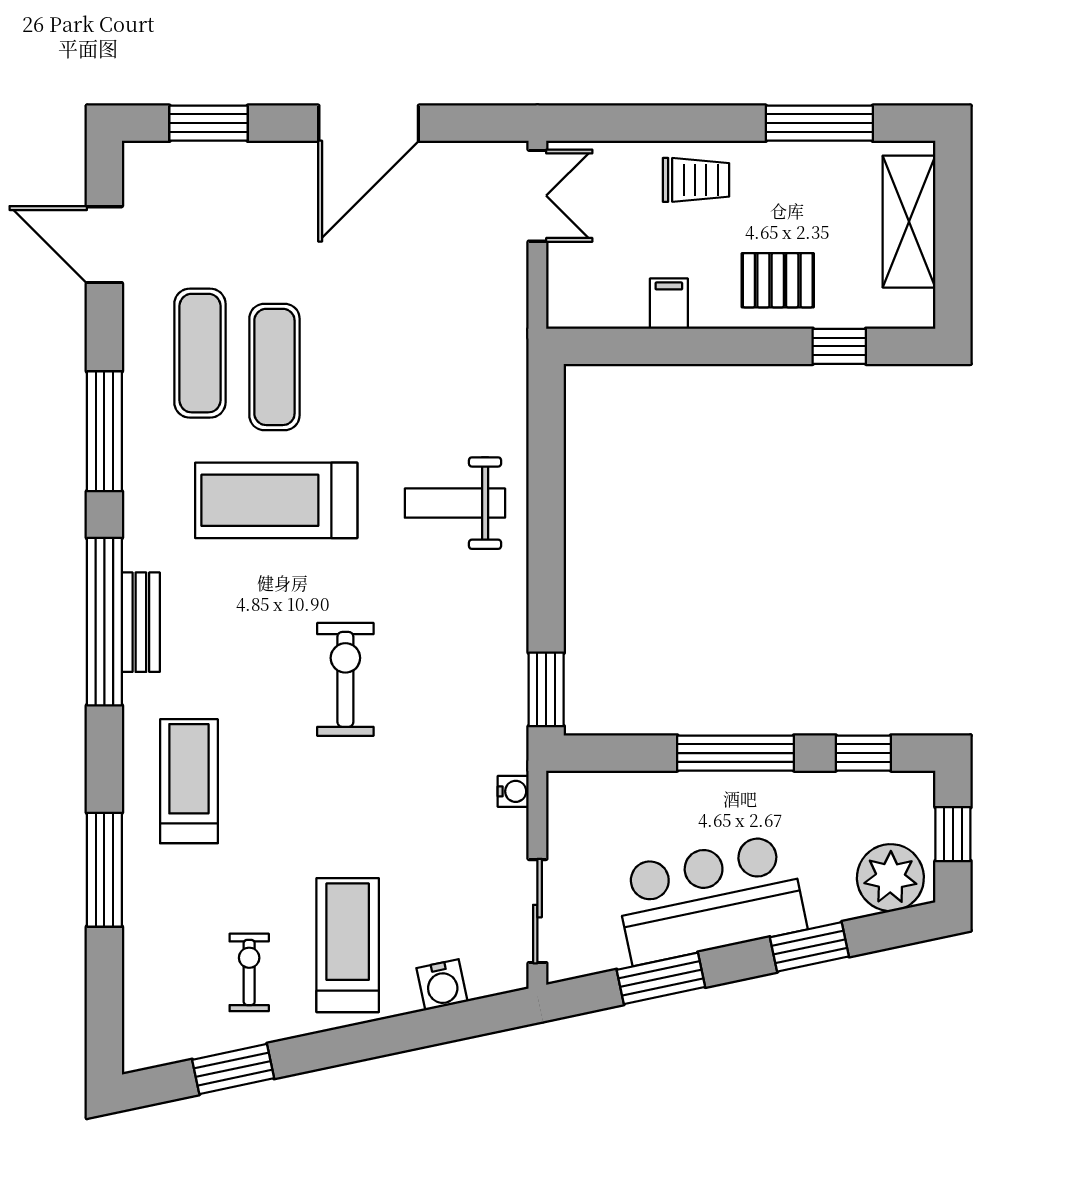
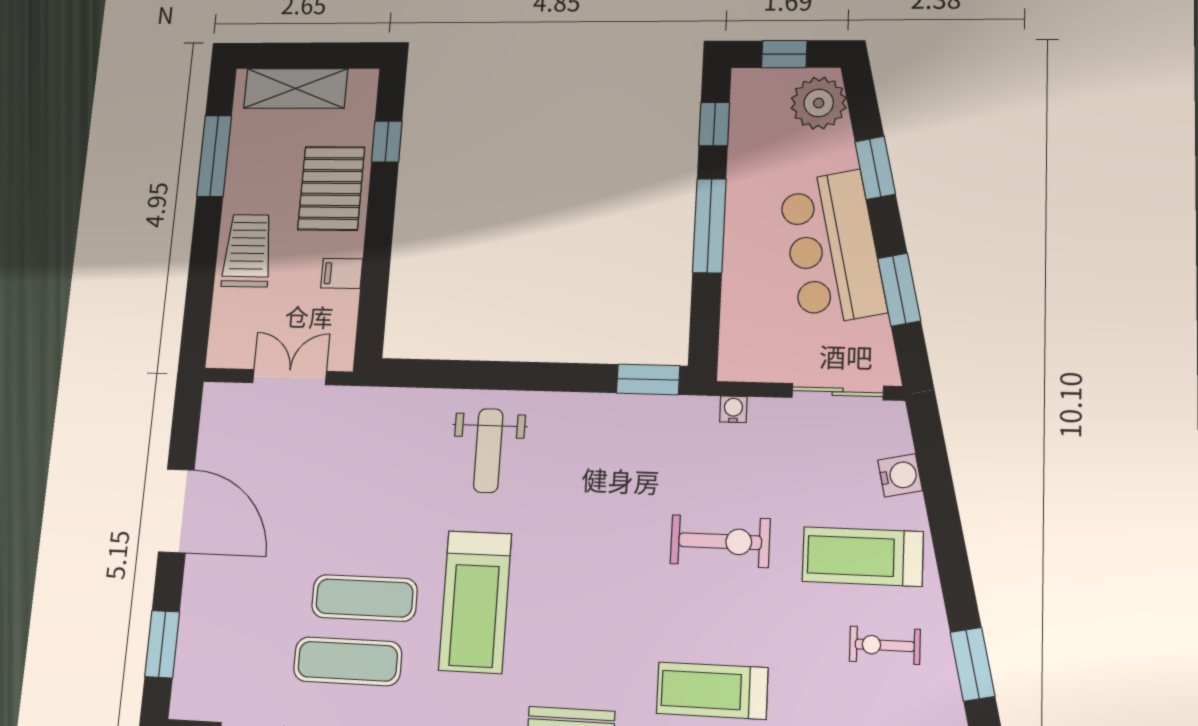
trolley: (696, 180) -> (248, 251), width x1.36, depth x1.39
double door: (537, 196) -> (289, 377), moved
pallet: (778, 280) -> (331, 188), width x1.50, depth x1.42
exercise bike: (345, 679) -> (720, 541), moved, turned 180

